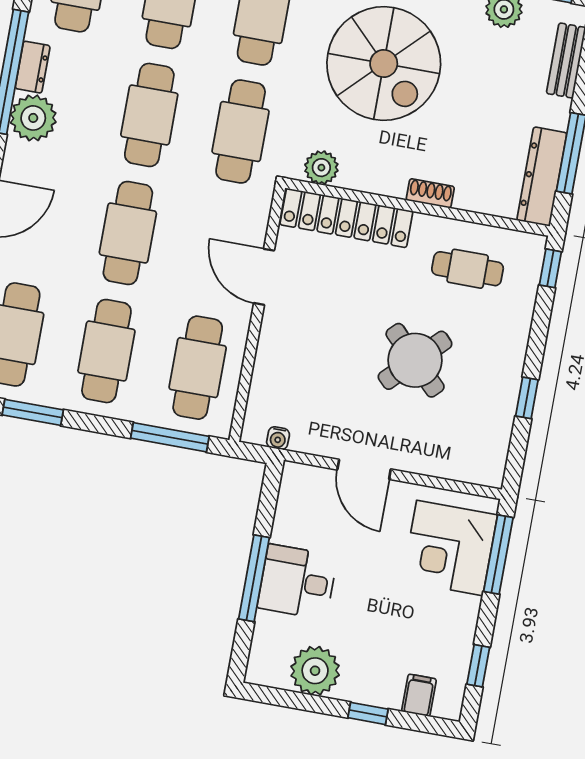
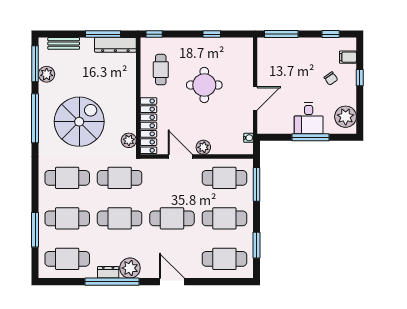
shoe rack: (430, 193) -> (131, 91), removed
door: (264, 277) -> (180, 156), swing flipped
plant: (275, 333) -> (203, 147), added
round table: (415, 360) -> (204, 85), turned 45
corner desk: (450, 548) -> (282, 55), removed
chair: (378, 648) -> (331, 78), added
plant: (315, 671) -> (346, 117), moved

